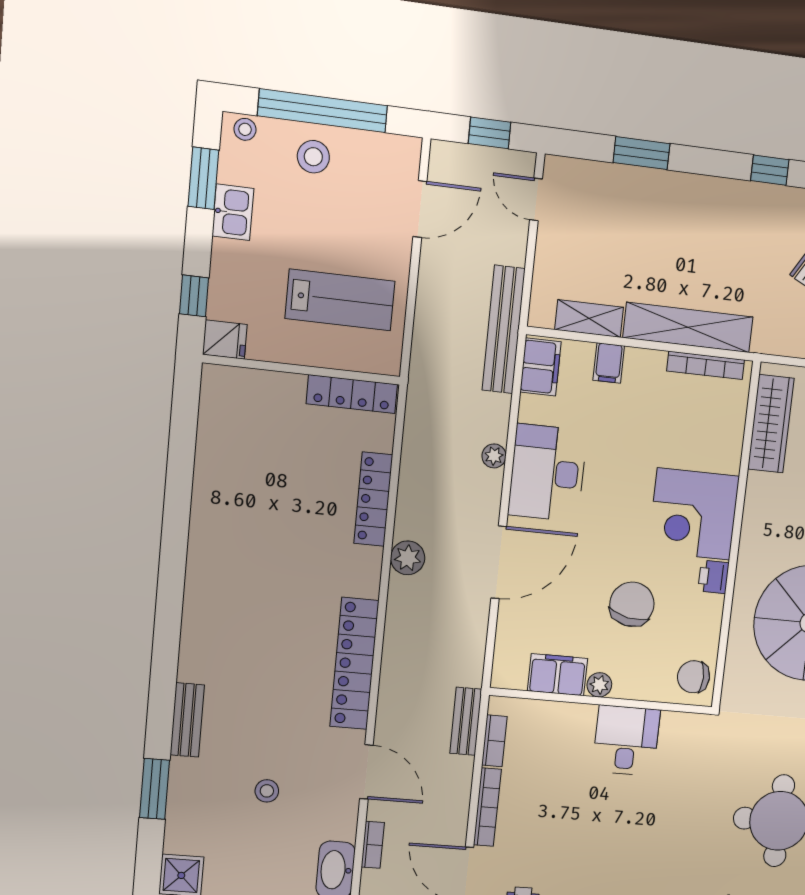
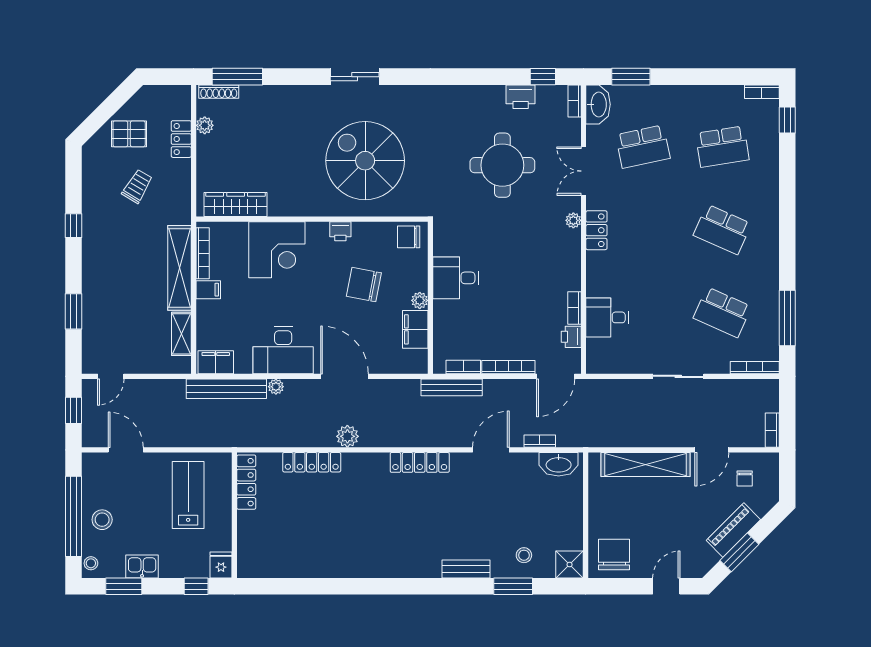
bench: (504, 329) -> (226, 389), moved
filing cabinet: (609, 363) -> (208, 290), moved
corner desk: (694, 514) -> (277, 250), moved
locker: (354, 664) -> (420, 462), width x0.71, depth x0.83
chair: (694, 677) -> (409, 237), turned 90
bench: (466, 721) -> (452, 387), width x1.36
stool: (267, 791) -> (524, 555), moved

